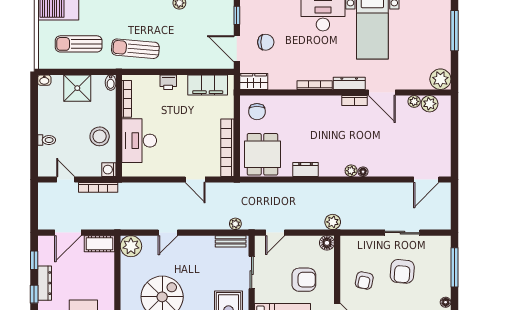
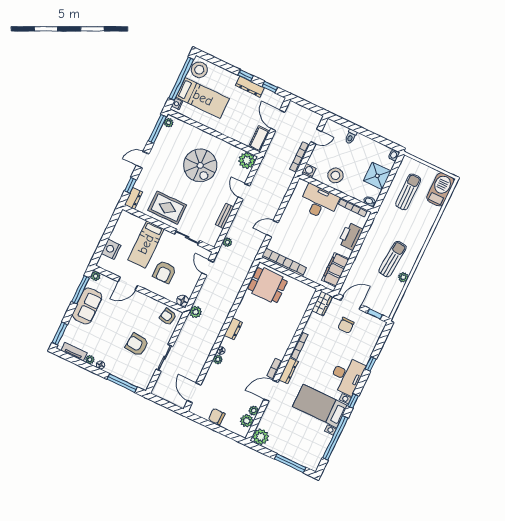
sun lounger: (135, 49) -> (392, 259), moved
printer: (168, 82) -> (351, 236), width x1.87, depth x1.48
chair: (257, 112) -> (217, 417), moved
dresser: (306, 169) -> (233, 329), moved
plant: (351, 171) -> (218, 359), moved
bench: (231, 241) -> (225, 216), moved
armchair: (364, 281) -> (168, 317), moved

